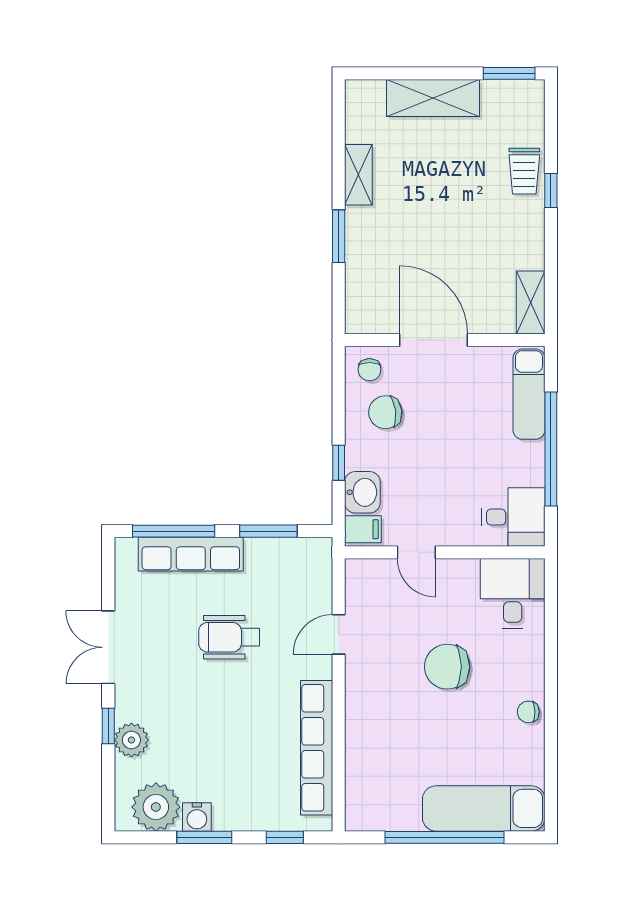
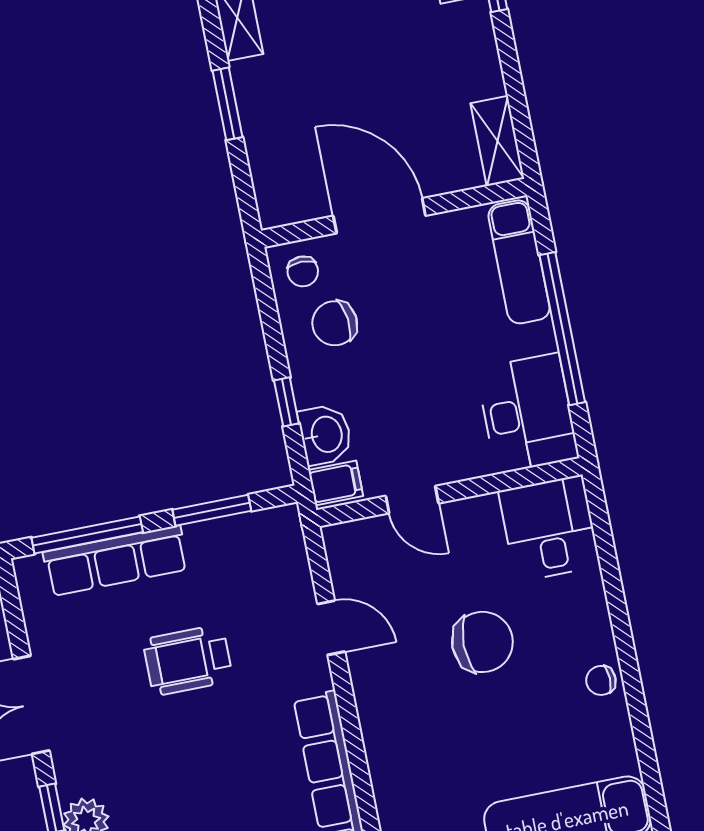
desk: (513, 517) -> (527, 413), width x1.37
door: (339, 634) -> (331, 628), swing flipped
chair: (447, 667) -> (482, 642), turned 180

